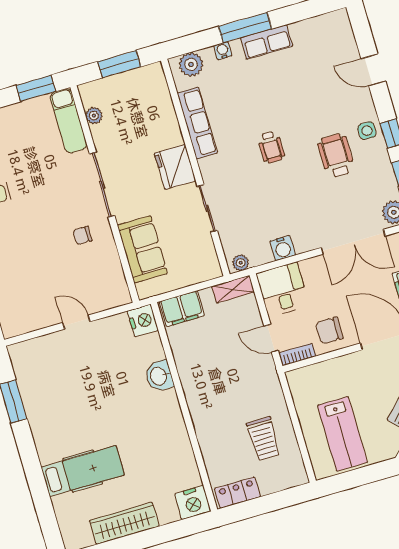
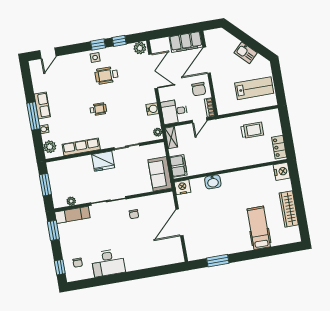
door: (373, 70) -> (48, 53), moved
sofa: (142, 249) -> (160, 174), moved, turned -90
door: (76, 322) -> (180, 222), width x1.87

